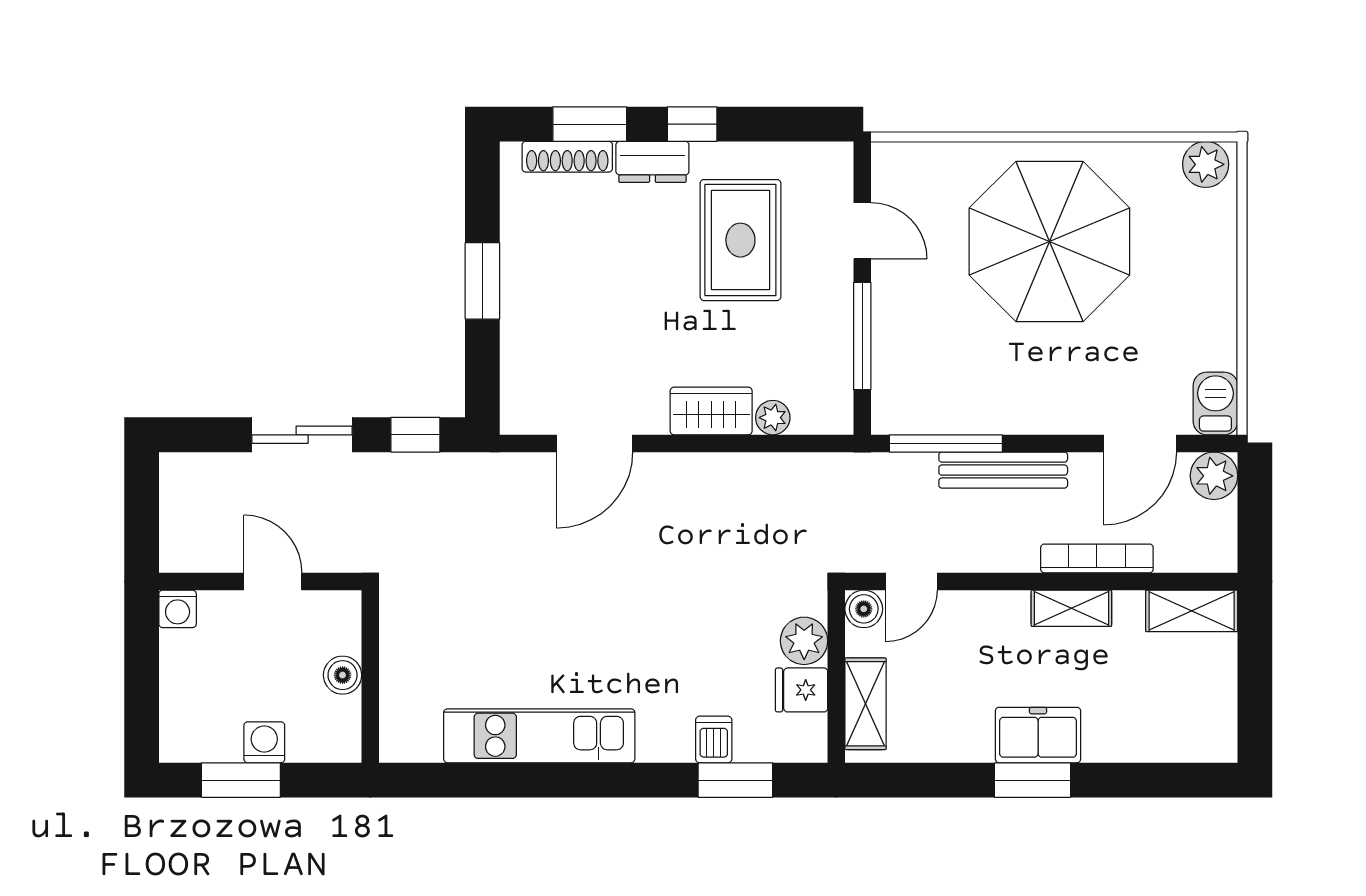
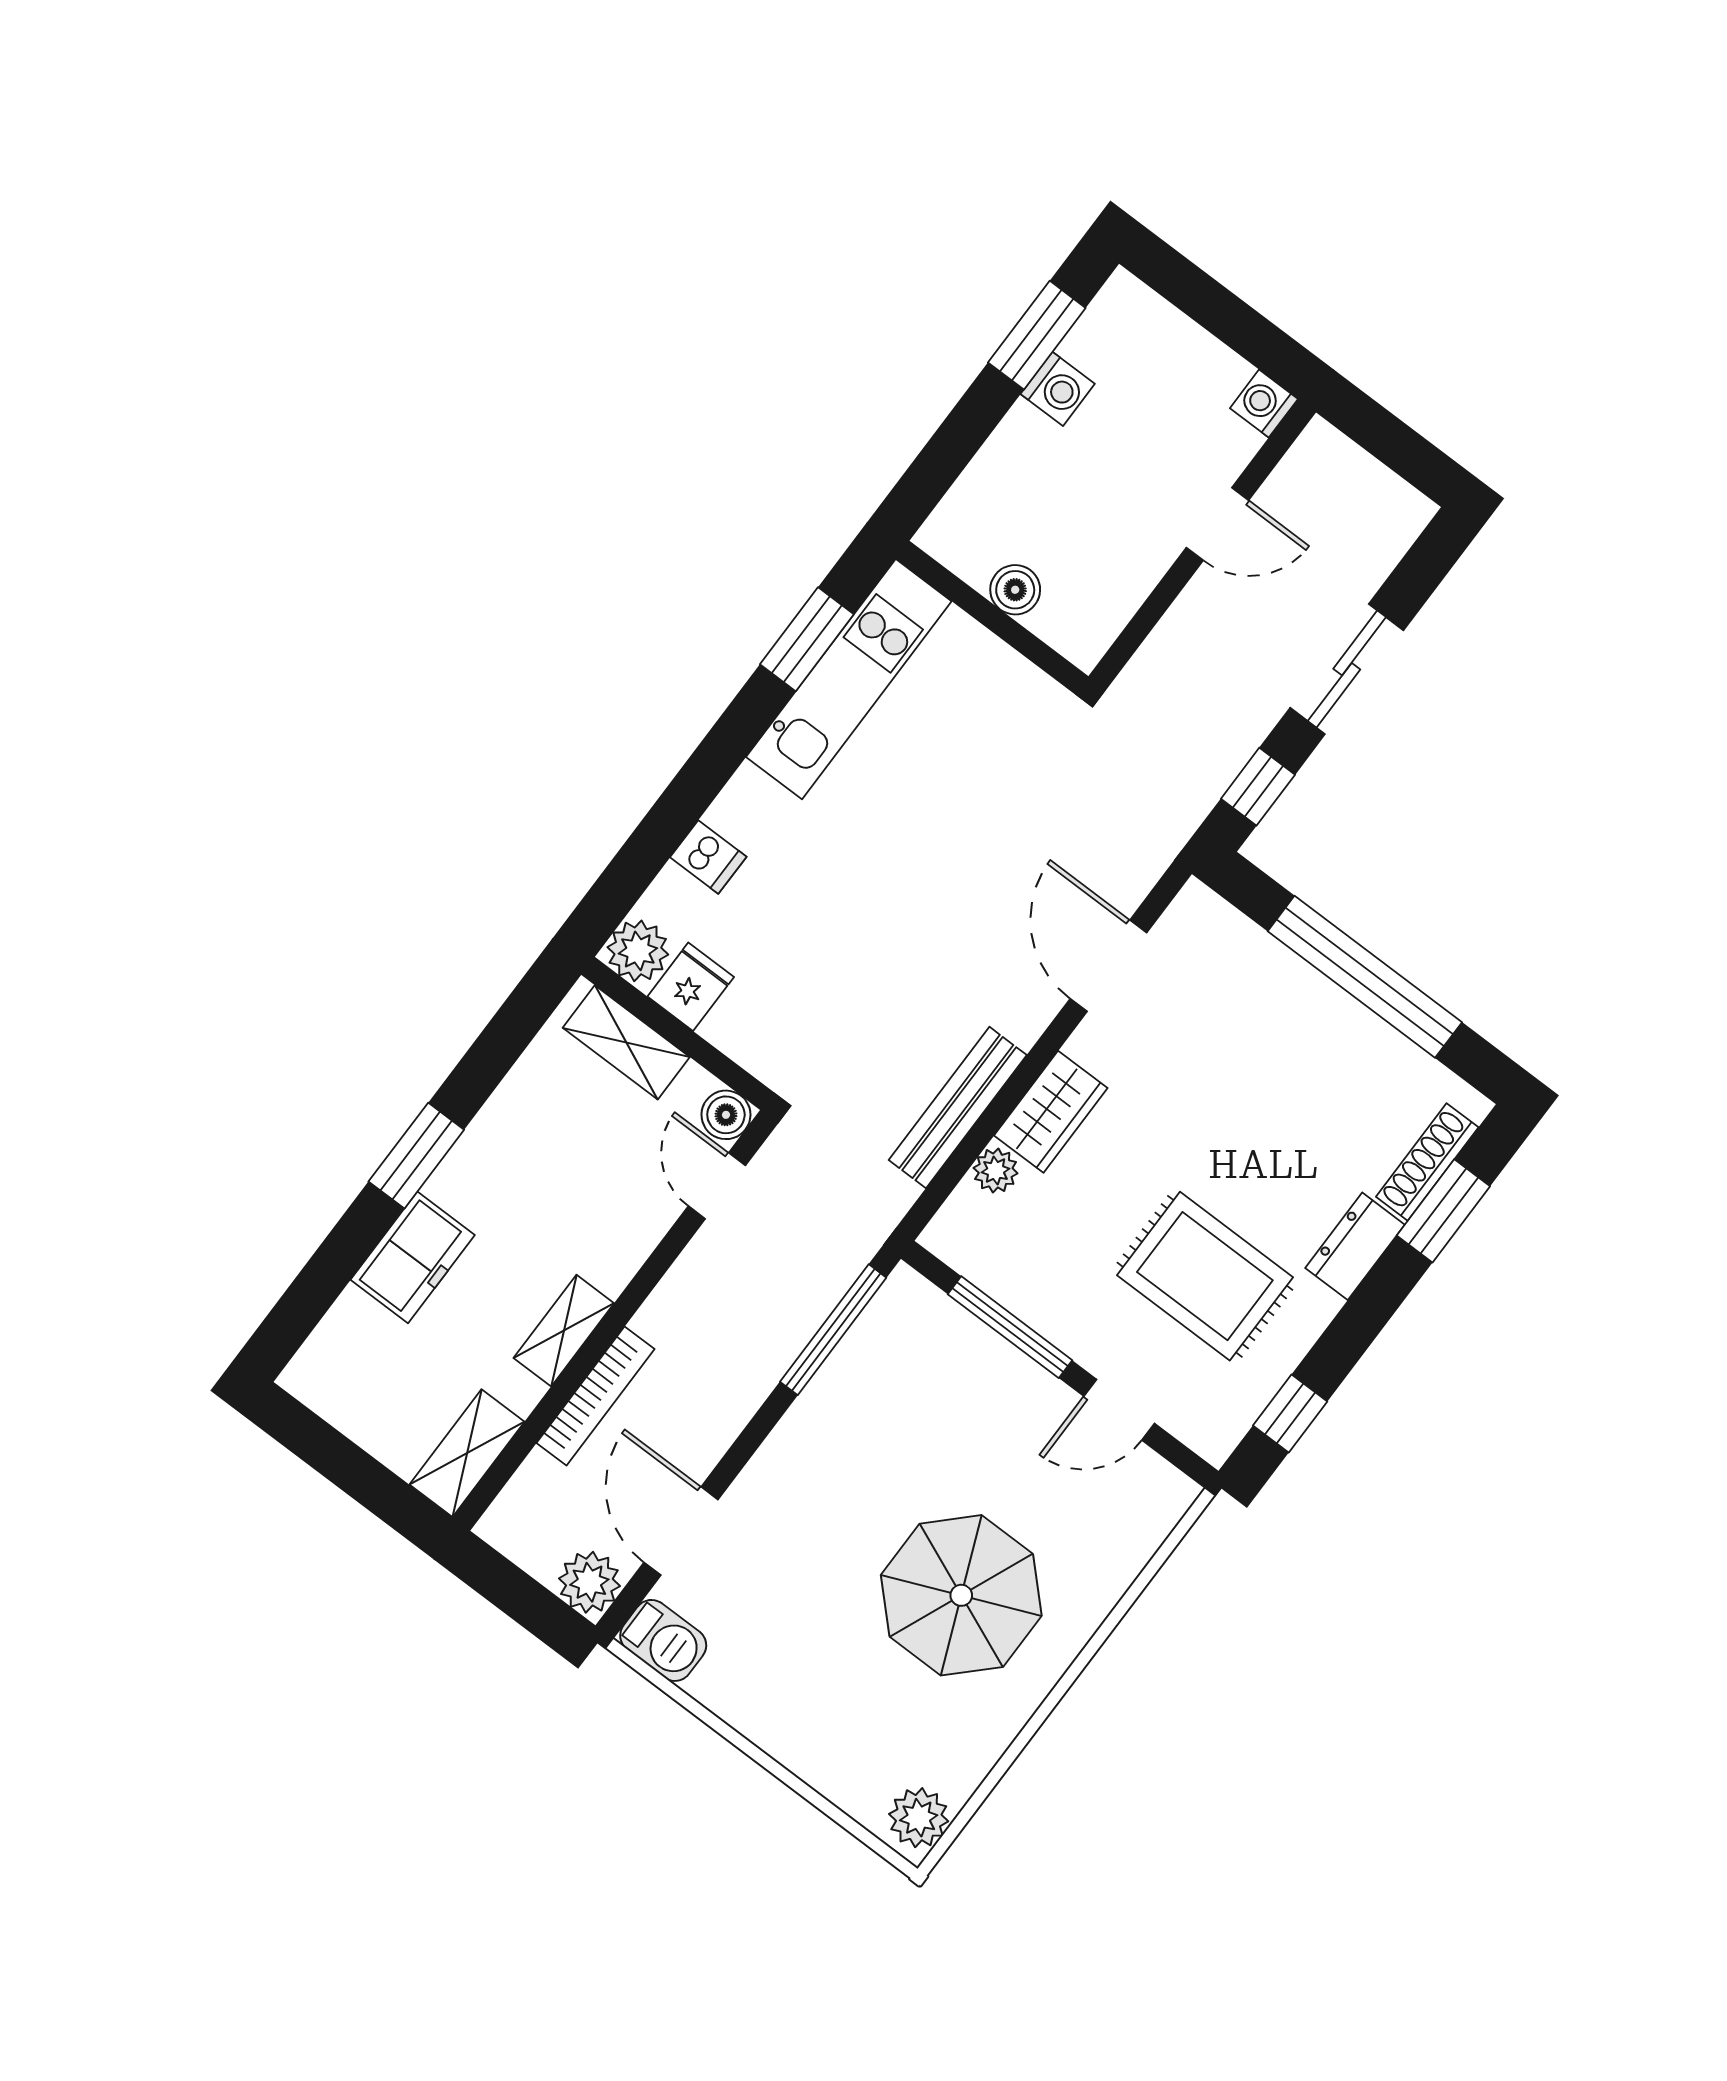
window: (692, 124) -> (1290, 1414), moved
parasol: (1049, 241) -> (961, 1595), width x0.73, depth x0.73
window: (482, 281) -> (1365, 977), width x2.11
bench: (1003, 470) -> (958, 1108), moved
plant: (804, 641) -> (638, 951), moved
boiler: (343, 675) -> (1015, 590), moved
wall: (370, 676) -> (992, 617), moved
freezer: (1038, 735) -> (413, 1257), moved
window: (735, 780) -> (807, 639), moved

